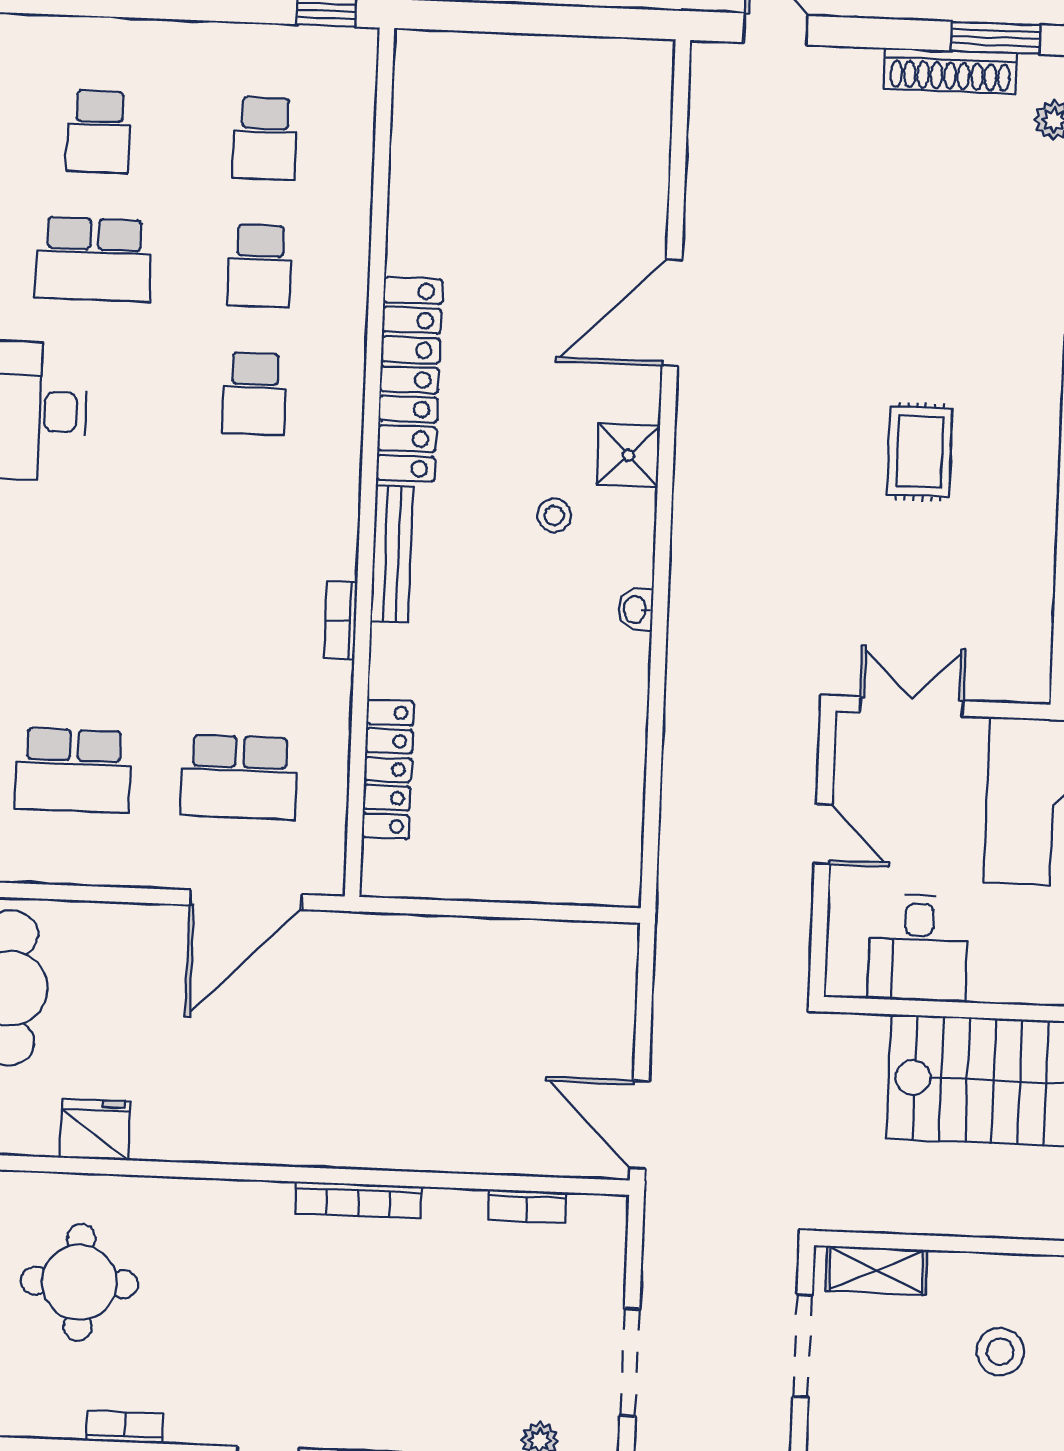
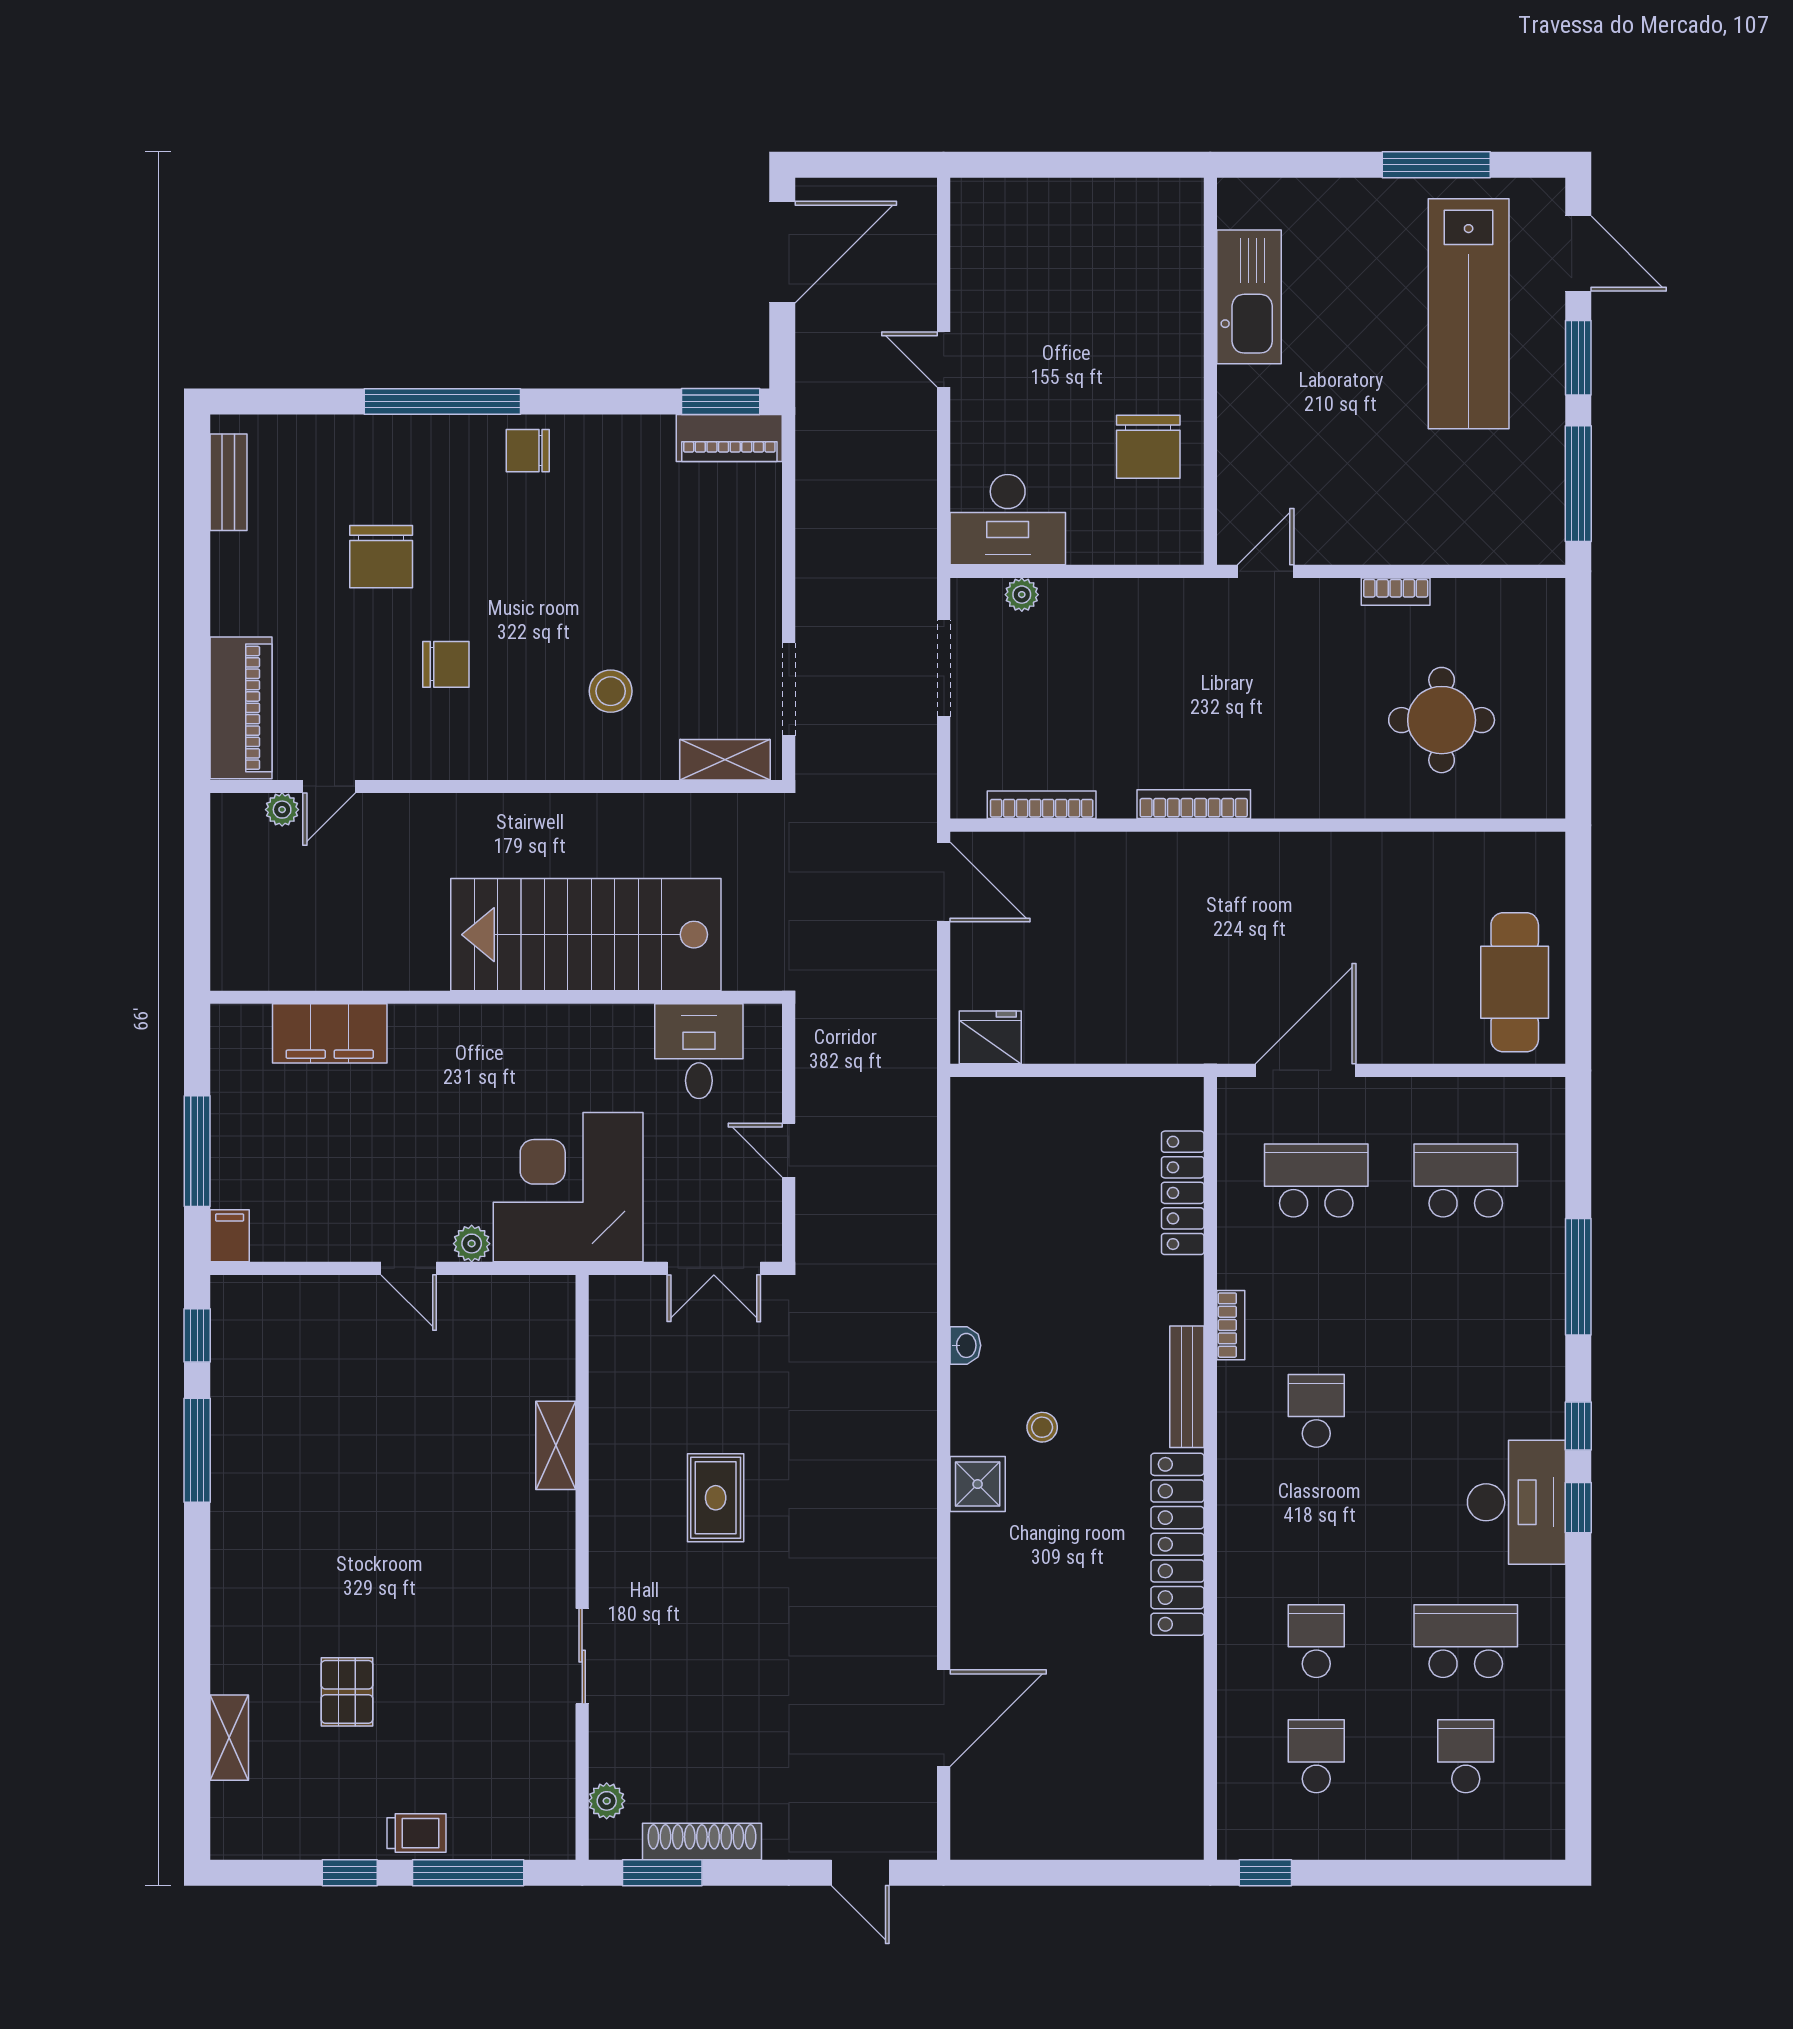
door: (672, 313) -> (944, 1718), moved
school desk: (254, 394) -> (1316, 1411), moved
fridge: (95, 1129) -> (990, 1037), moved, turned 180
bookcase: (527, 1206) -> (1042, 805), width x1.56

